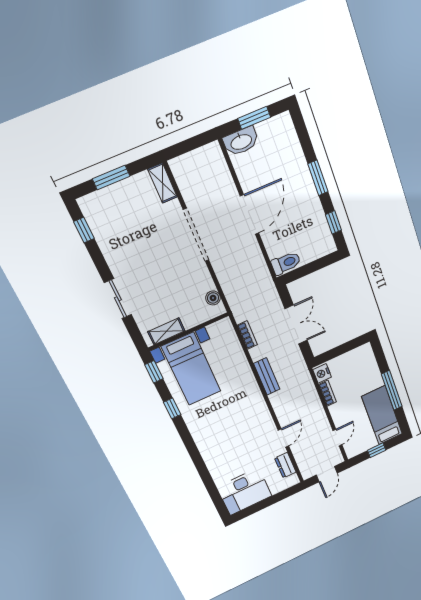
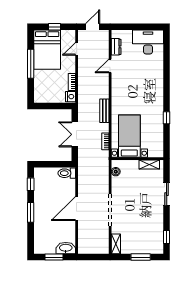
bed with nightstands: (191, 369) -> (129, 136), moved
window: (154, 372) -> (167, 144), removed
bed: (382, 415) -> (47, 50), width x1.50

